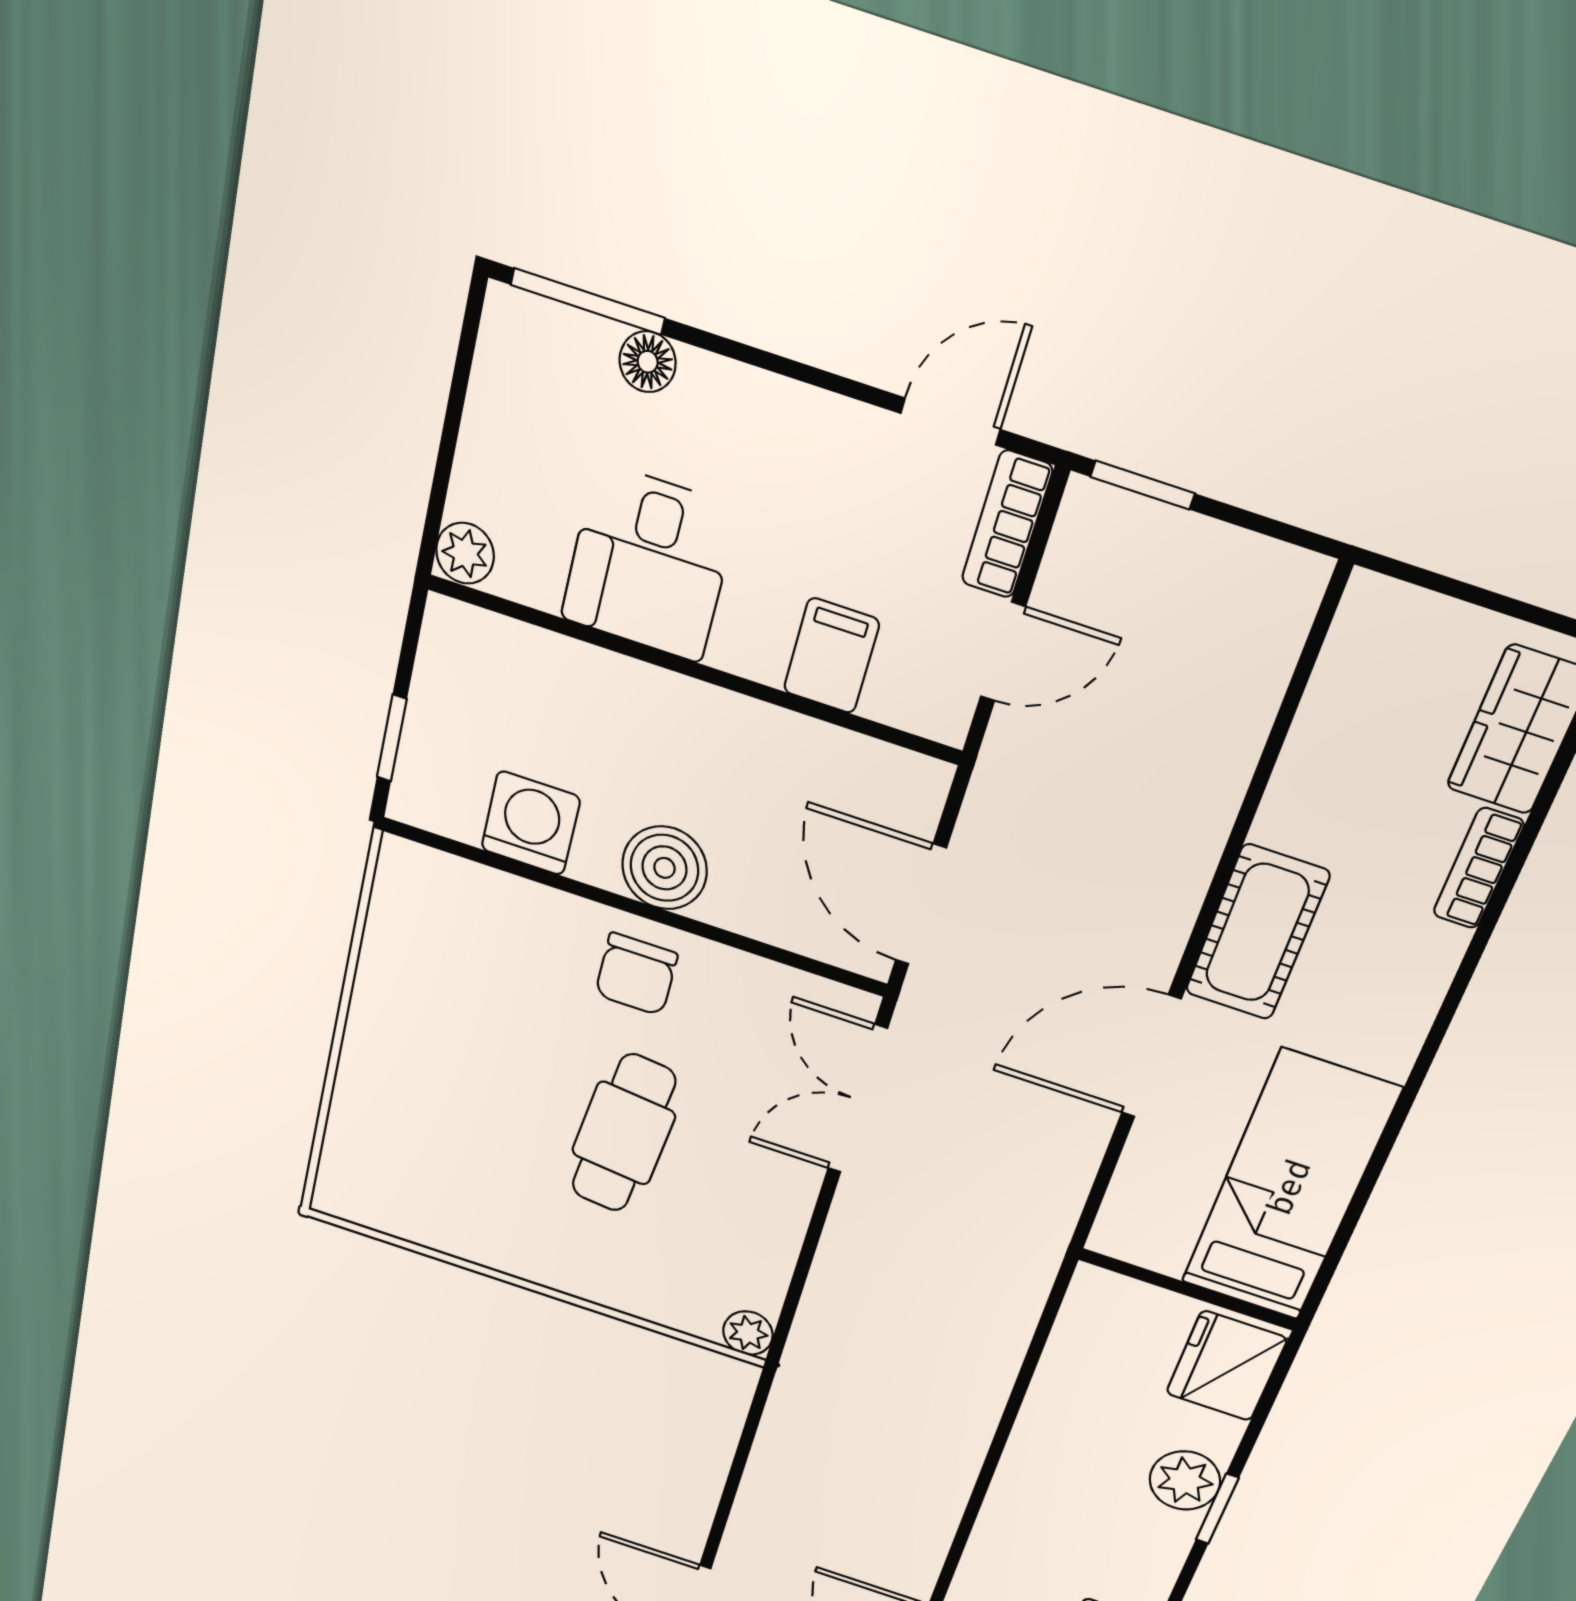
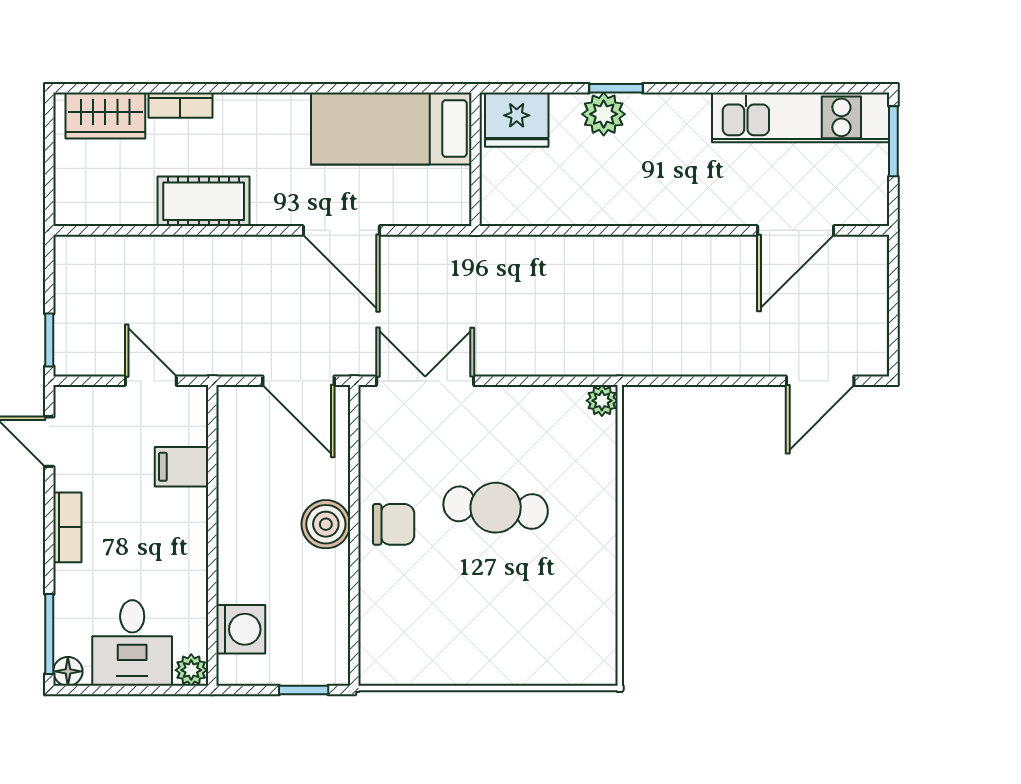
floor lamp: (648, 362) -> (68, 671), moved
bookcase: (1007, 524) -> (67, 527), moved, turned -90
desk: (649, 563) -> (132, 643), moved, turned 90
washing machine: (531, 823) -> (241, 629), moved, turned 180
door: (921, 904) -> (299, 381), hinge flipped
cot: (1257, 933) -> (204, 201), moved
double door: (857, 1099) -> (425, 381), swing flipped

